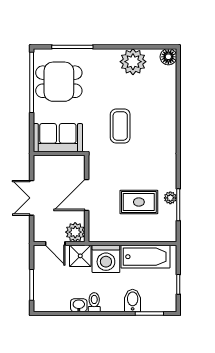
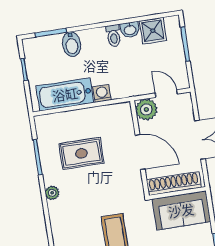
shoe rack: (61, 163) -> (174, 183), added
door: (87, 195) -> (140, 152), hinge flipped
plant: (170, 198) -> (52, 193), moved
shower: (80, 256) -> (153, 31), moved
washing machine: (106, 259) -> (102, 93), width x0.53, depth x0.53

